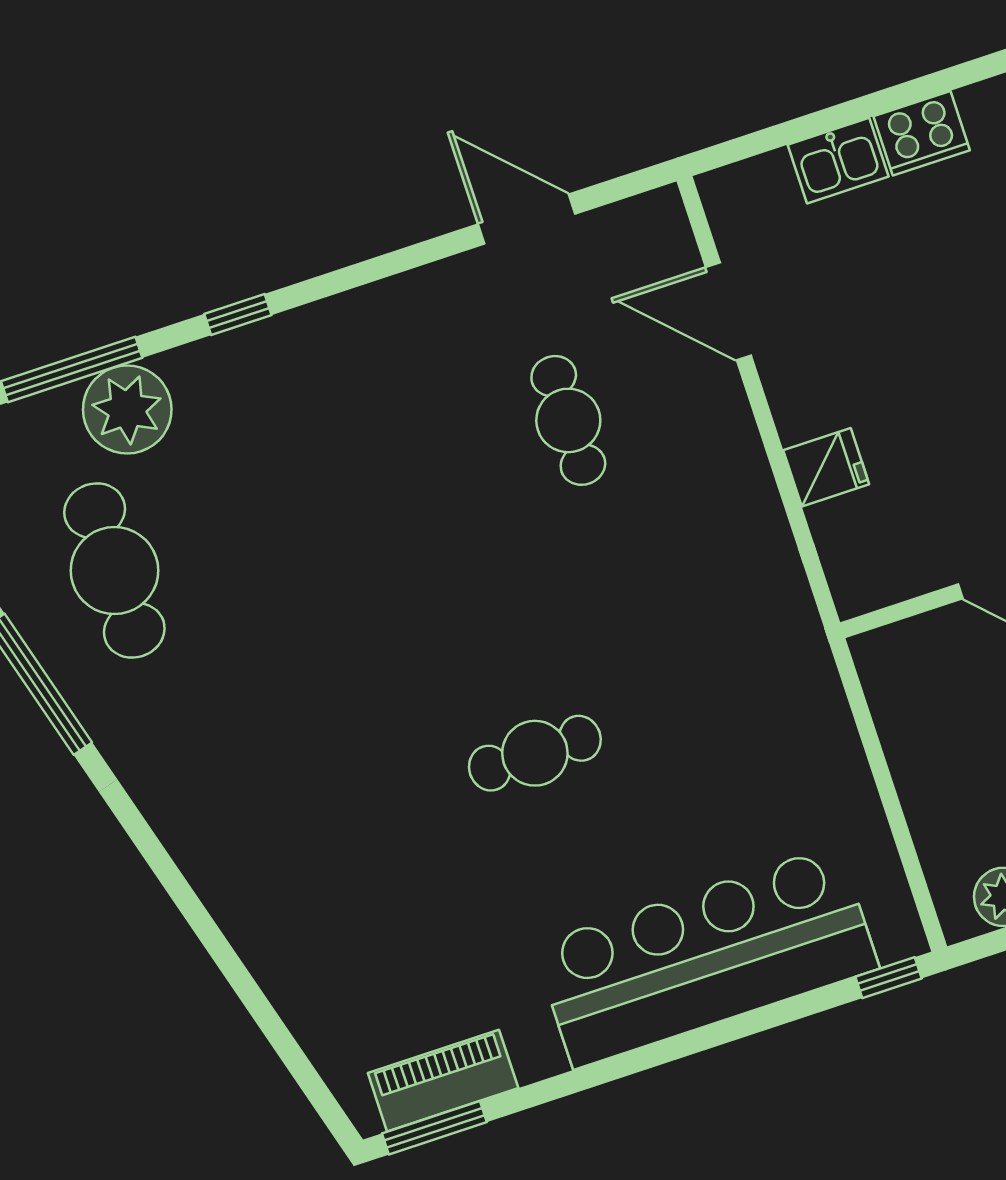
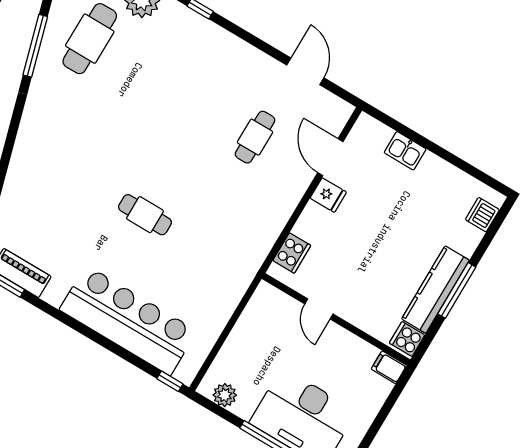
cooker: (922, 133) -> (292, 253), moved, turned -90
fridge: (826, 467) -> (328, 195), moved

